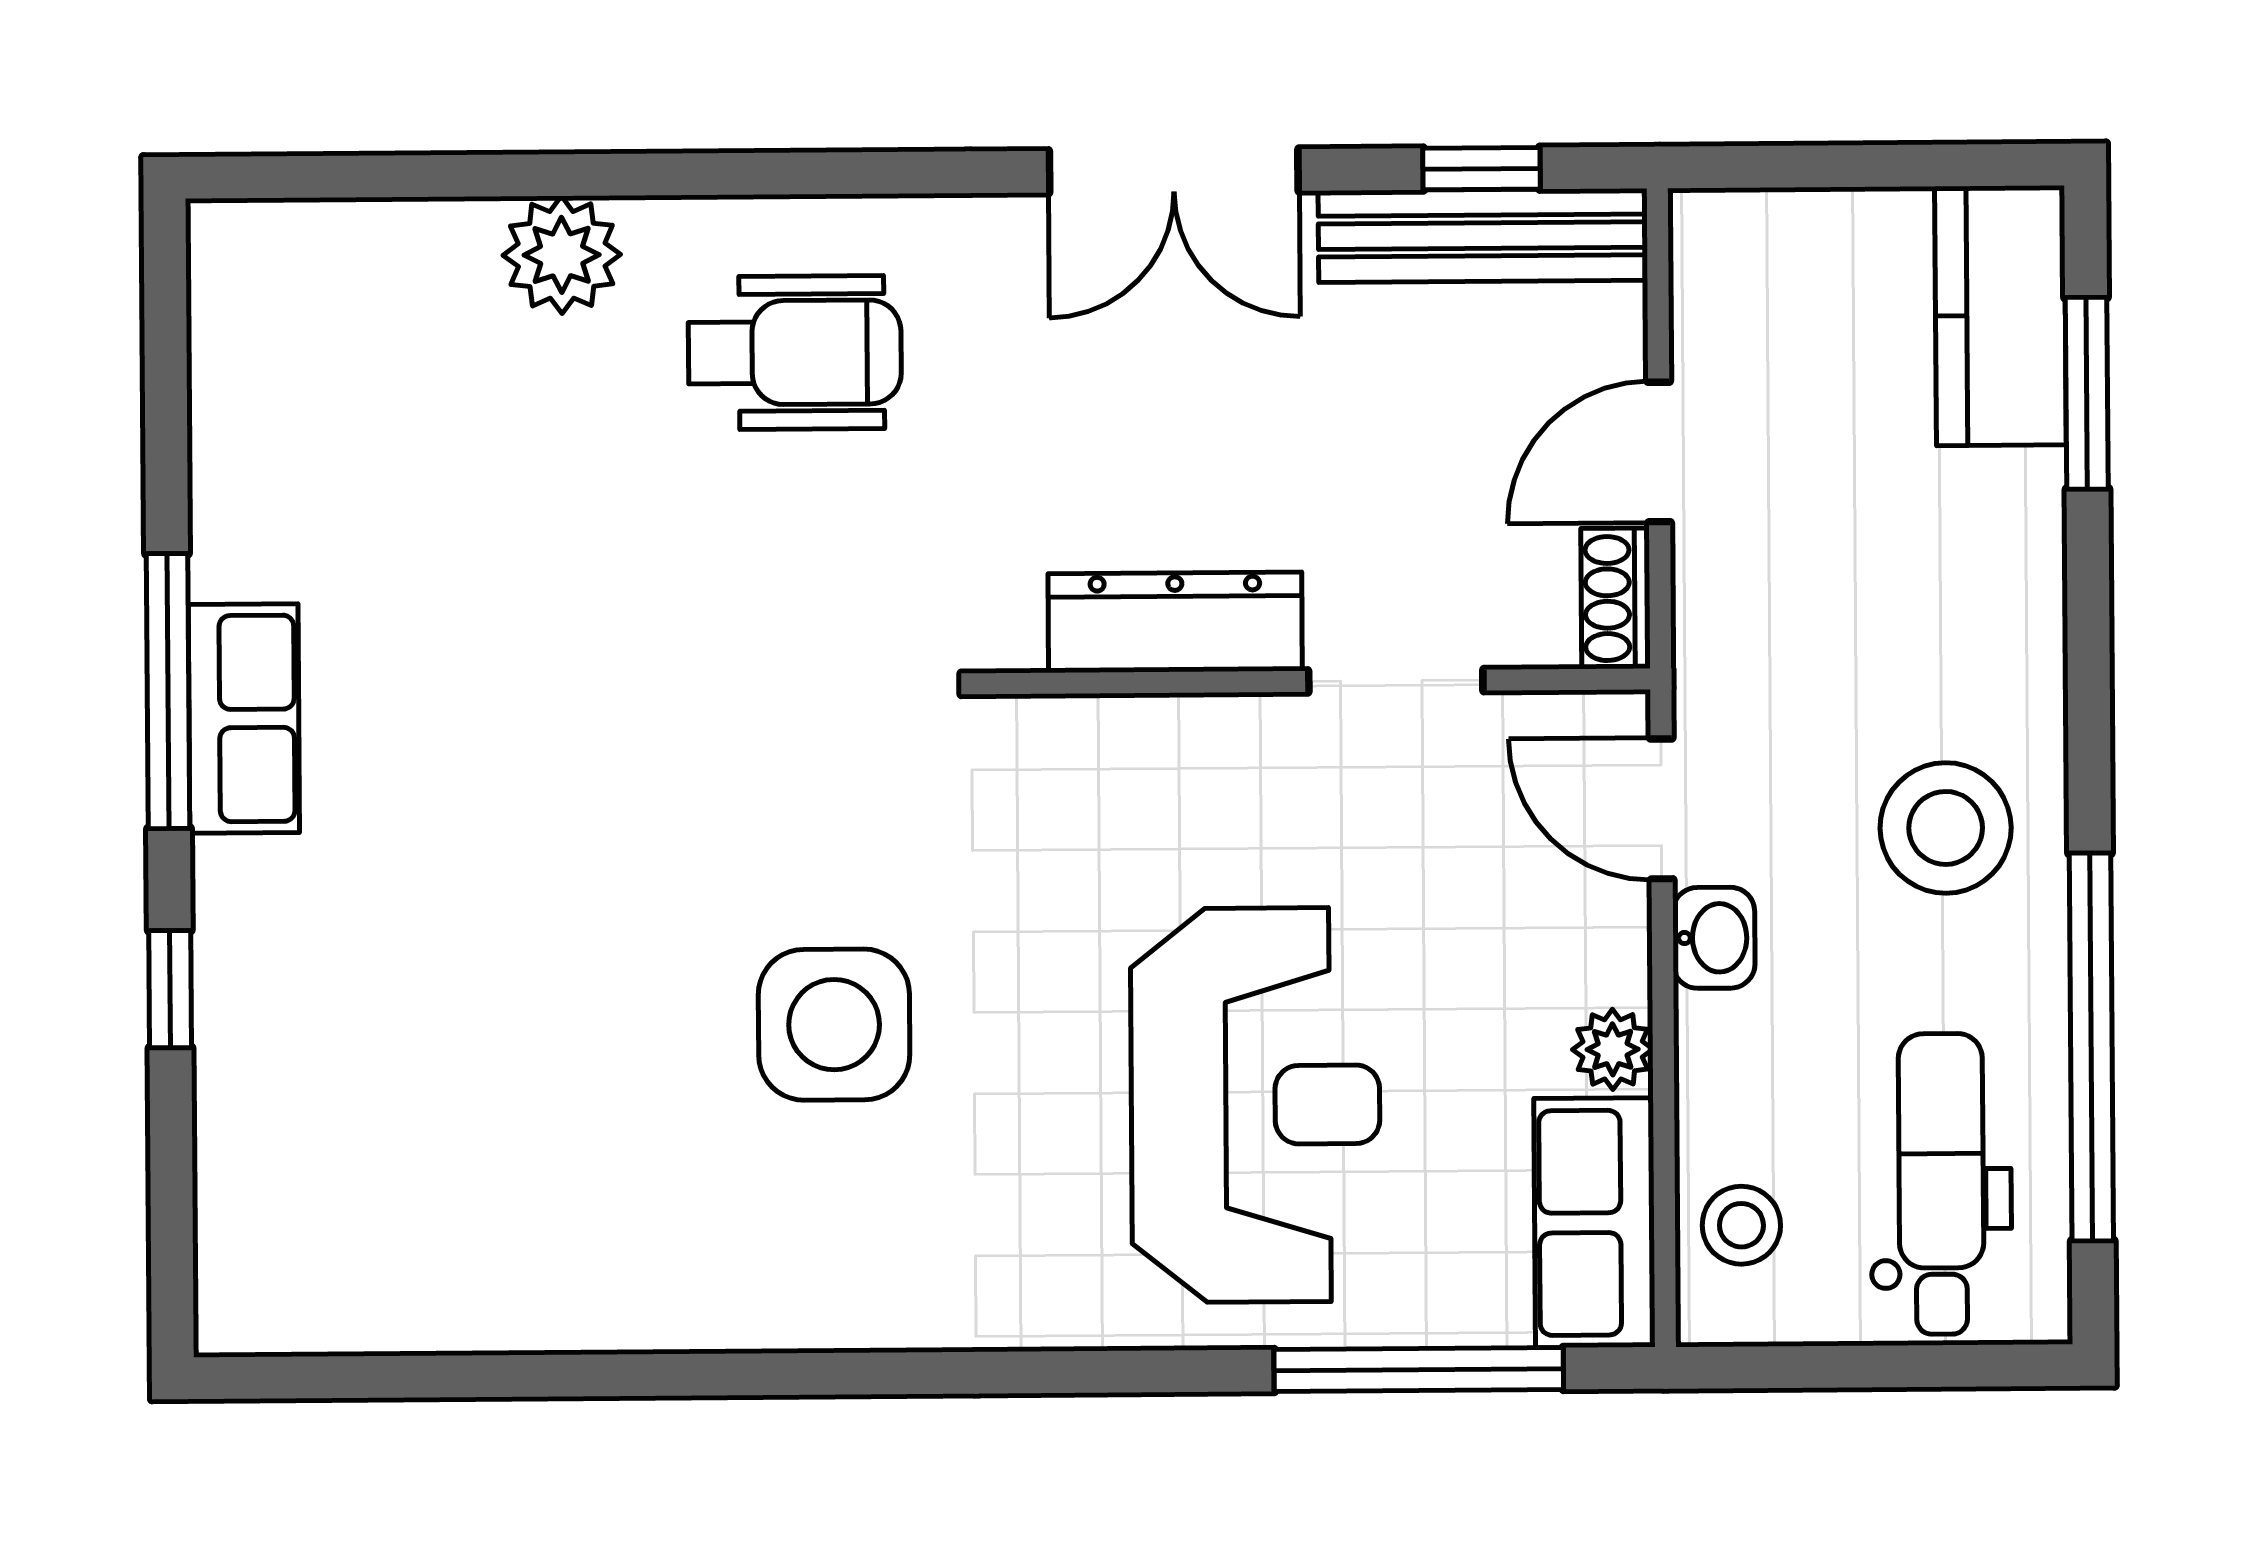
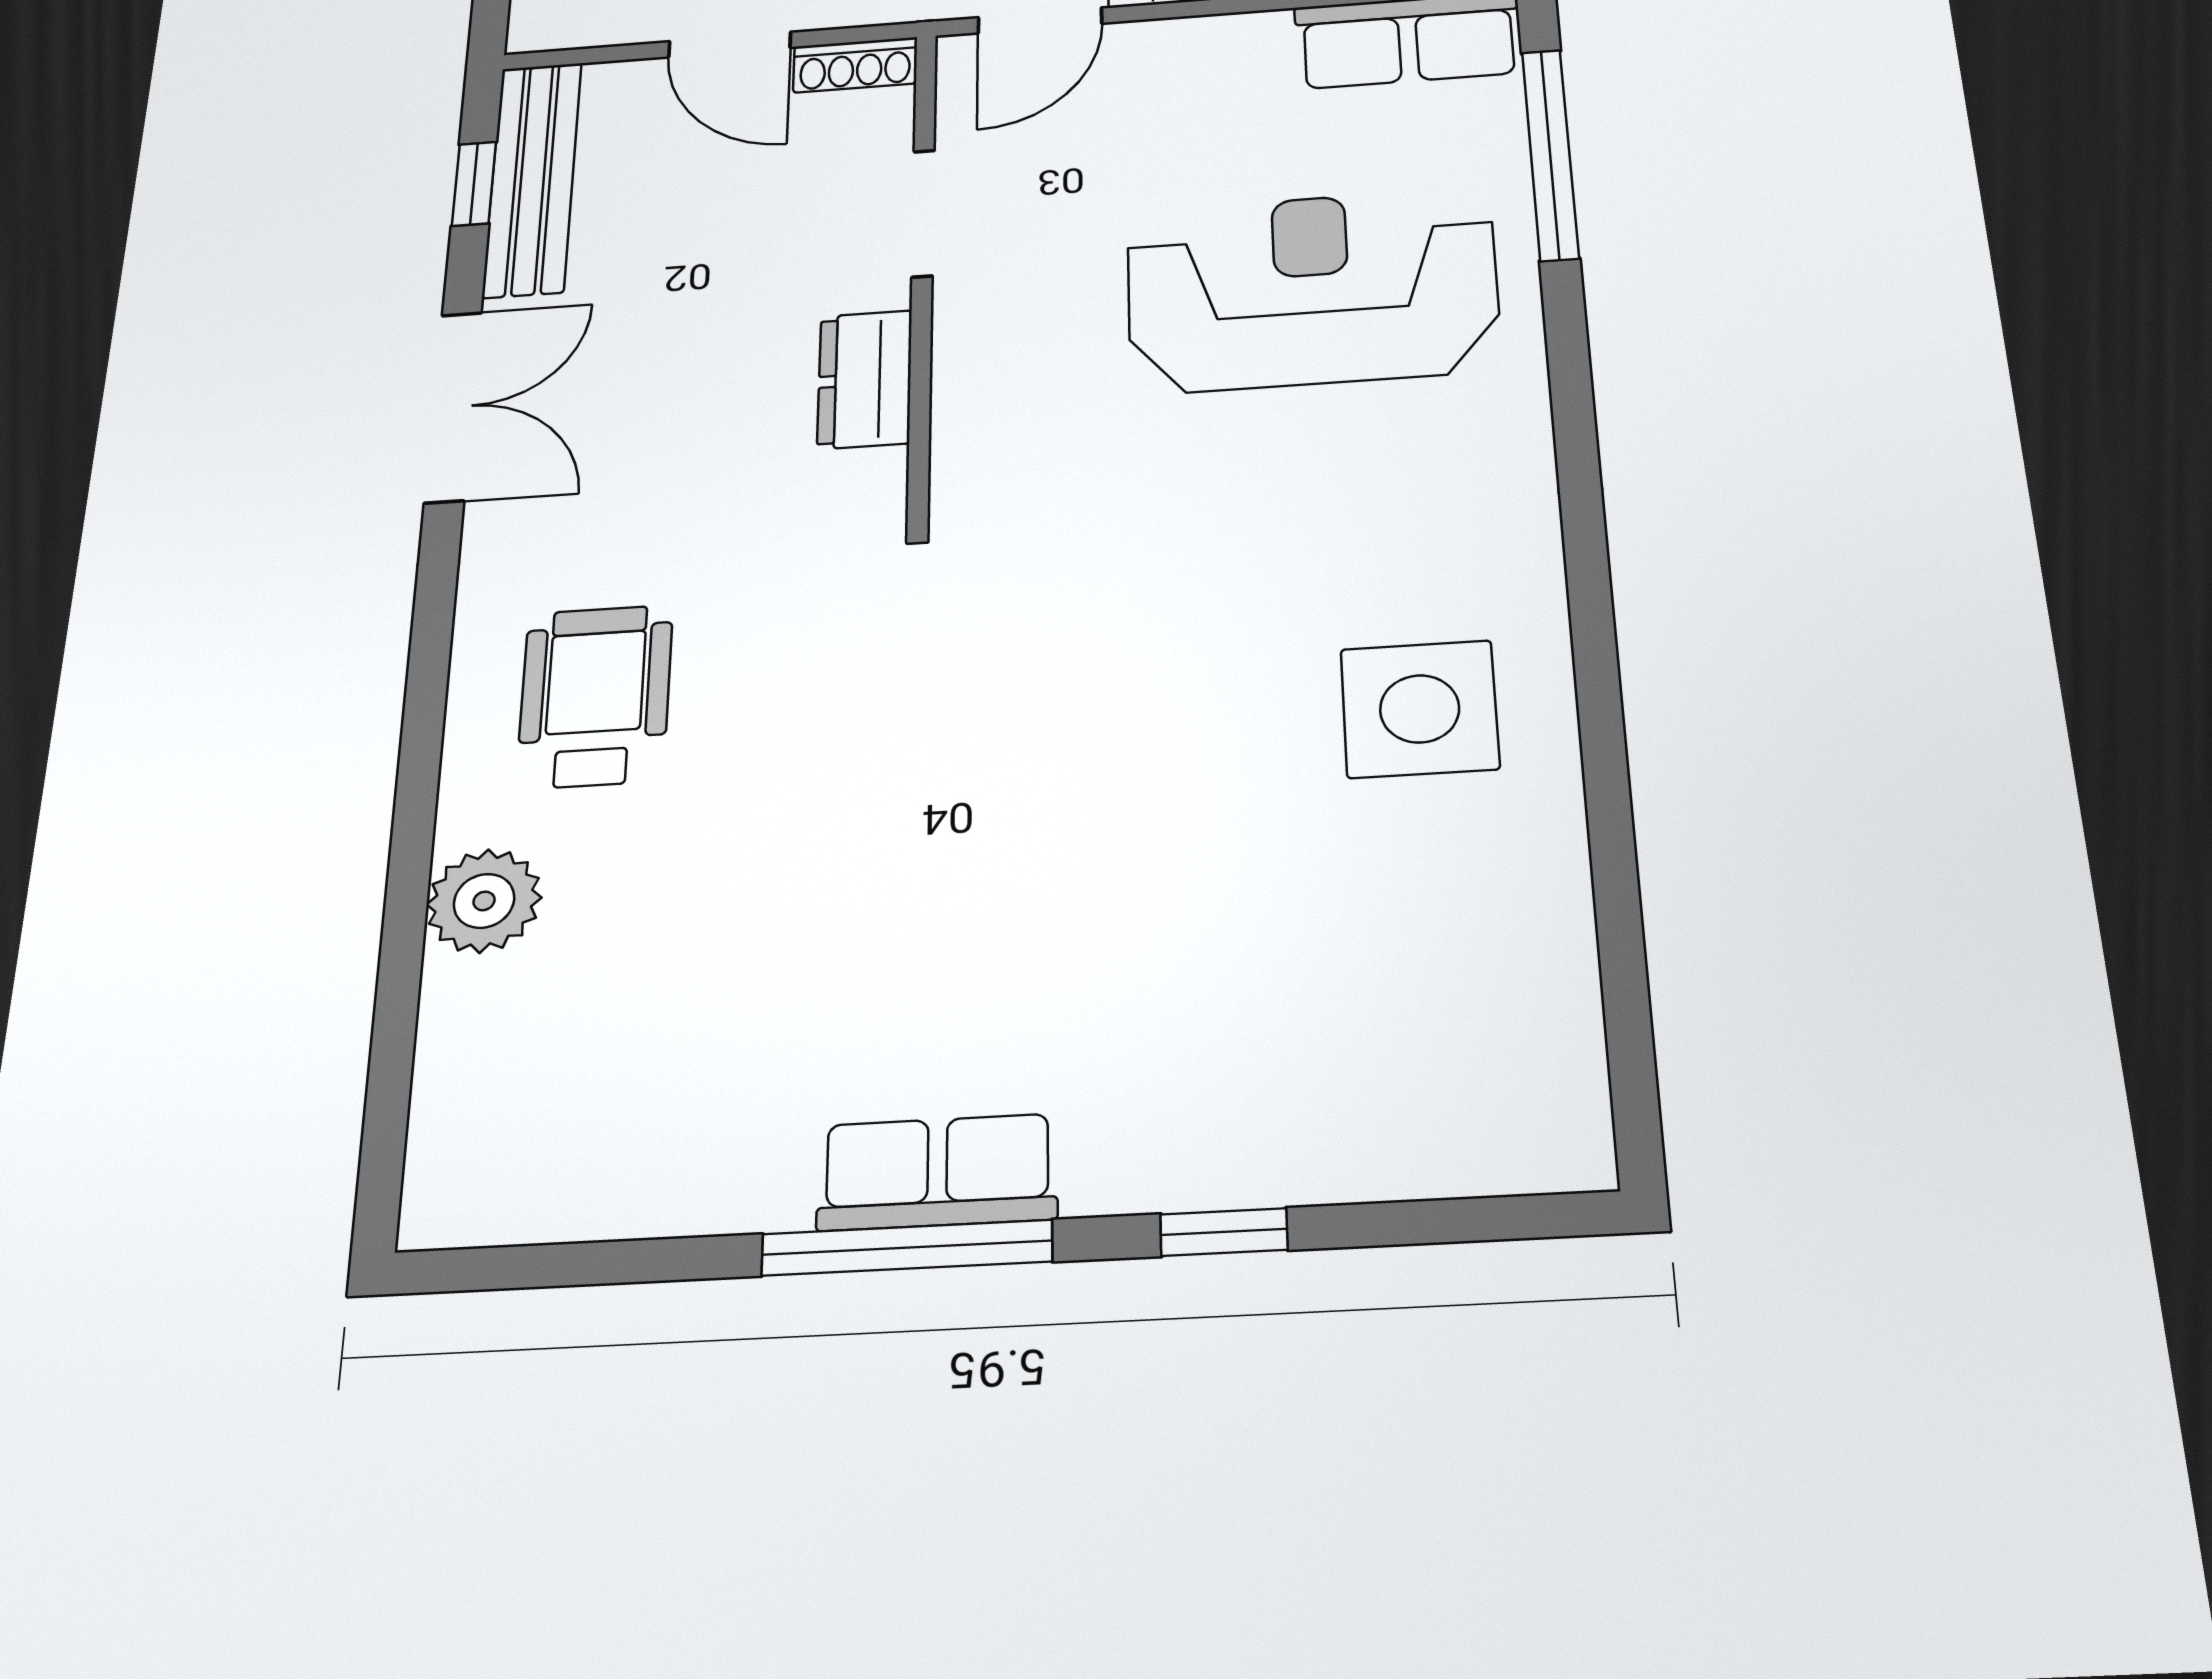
dresser: (1175, 622) -> (865, 379), width x0.70
side table: (834, 1025) -> (1420, 709), moved
plant: (1613, 1049) -> (1252, 38), removed

